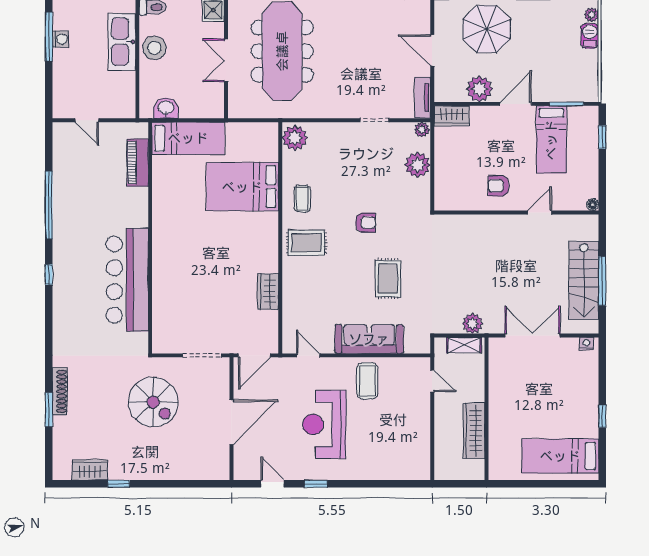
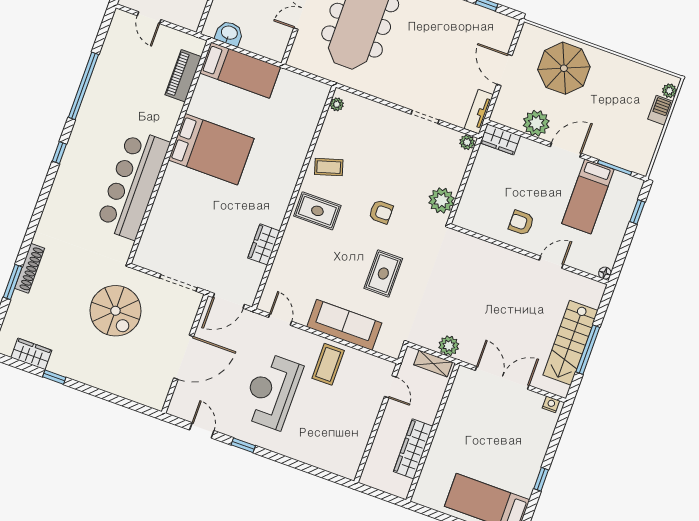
plant: (295, 138) -> (337, 104), width x0.53, depth x0.53
plant: (418, 165) -> (442, 200), moved
bed: (242, 187) -> (211, 149), moved, turned 180
coffee table: (302, 199) -> (329, 167), turned 73

